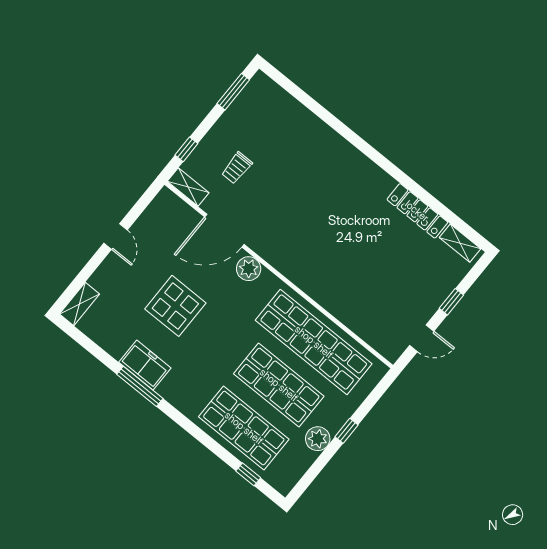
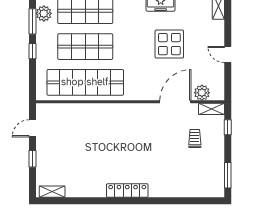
locker: (417, 211) -> (127, 191), moved
plant: (249, 269) -> (202, 93), moved
plant: (318, 439) -> (44, 13), moved
window: (317, 467) -> (33, 21), added

